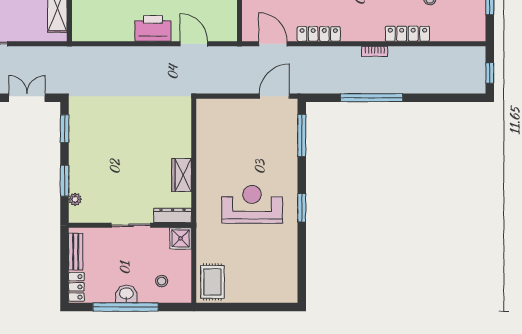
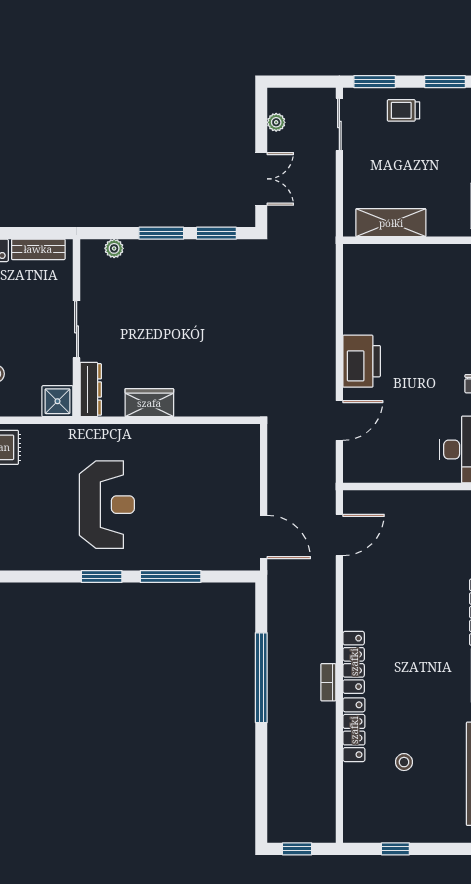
locker: (319, 34) -> (354, 662), moved
window: (302, 136) -> (171, 577), moved
window: (65, 181) -> (161, 233), moved

